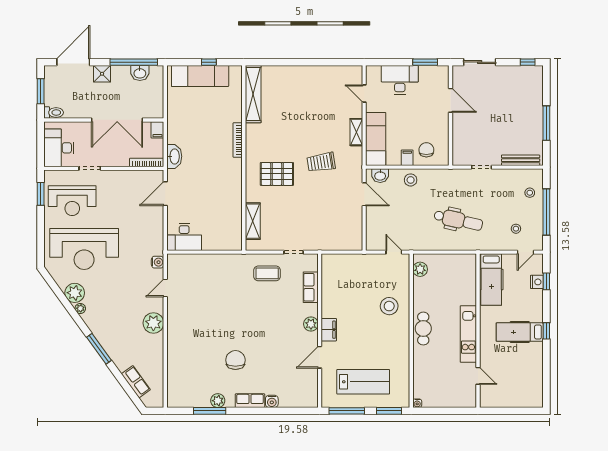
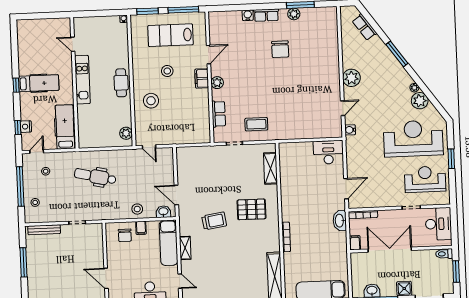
window: (41, 194) -> (451, 159), moved
stool: (369, 340) -> (167, 71), added

